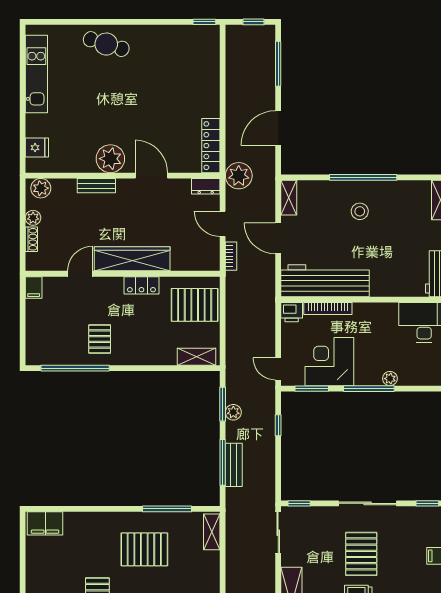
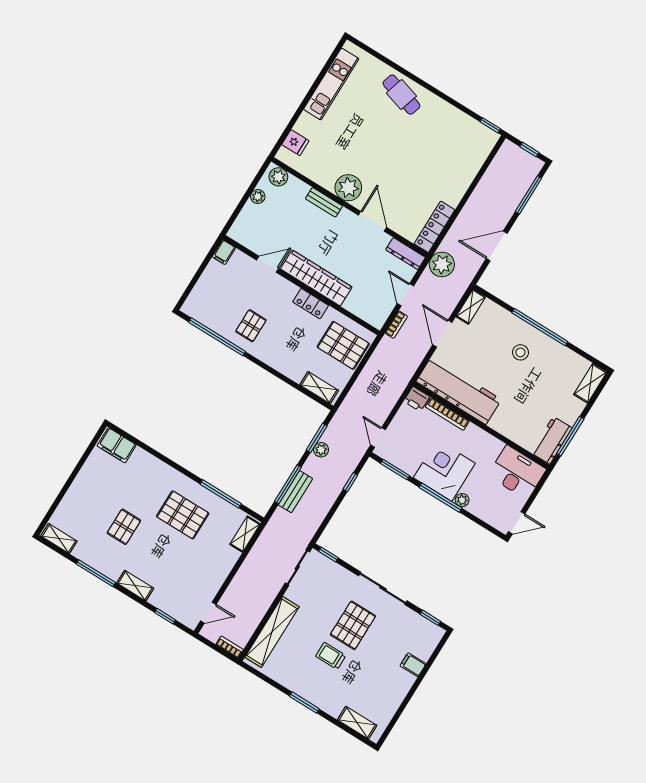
dresser: (206, 186) -> (406, 254), width x1.44
shoe rack: (31, 239) -> (246, 213), removed
corner desk: (329, 362) -> (444, 470), moved

